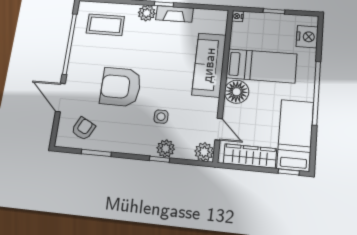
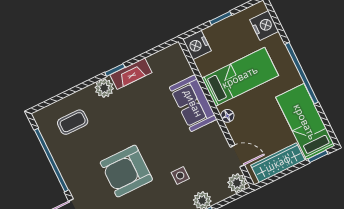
nightstand: (238, 16) -> (197, 45), width x1.89, depth x1.79
coffee table: (105, 25) -> (73, 122), width x0.73, depth x0.77
sofa: (209, 65) -> (193, 103), width x0.73
floor lamp: (237, 92) -> (227, 116), width x0.53, depth x0.53

